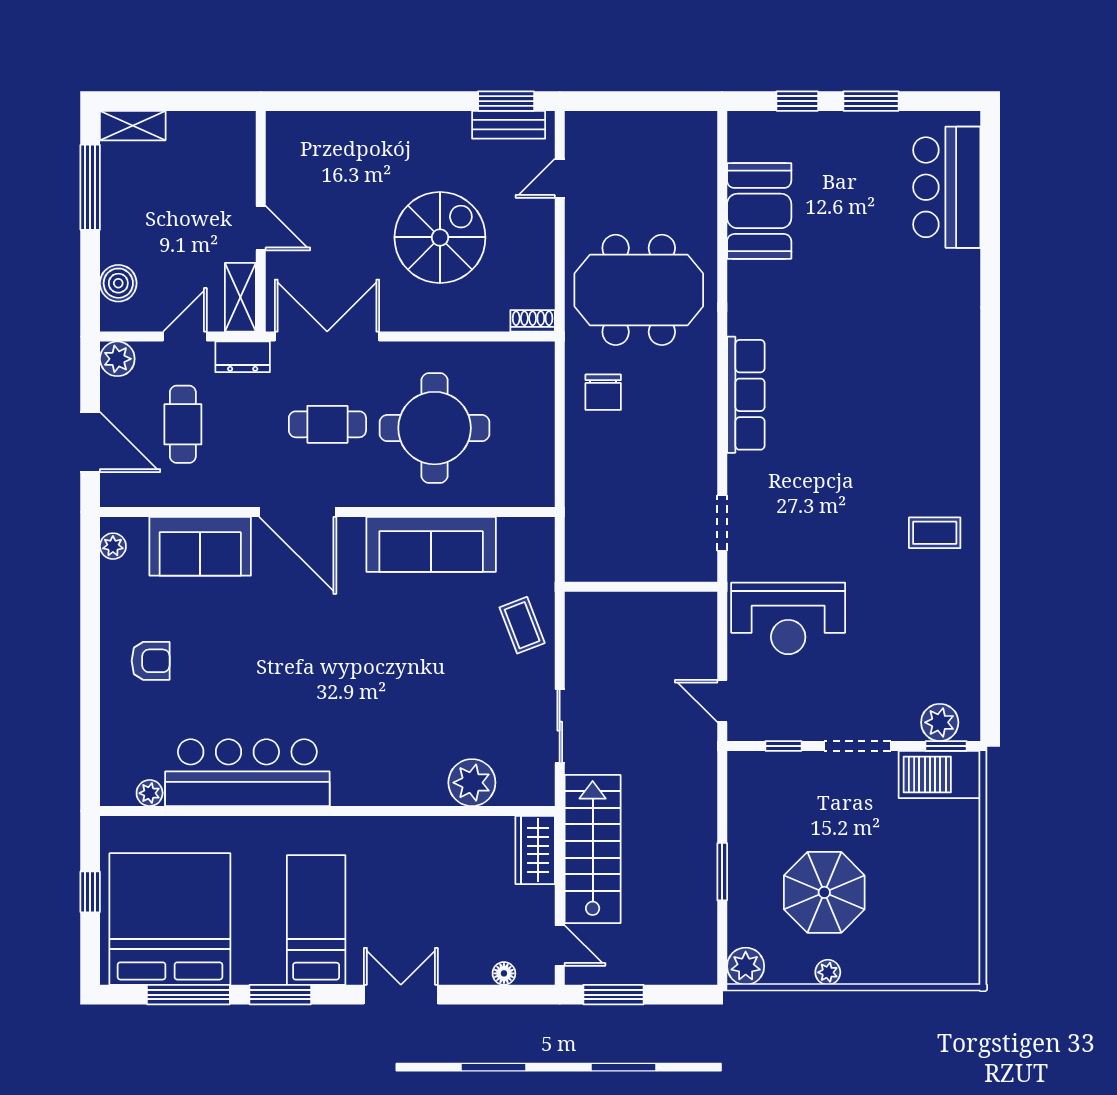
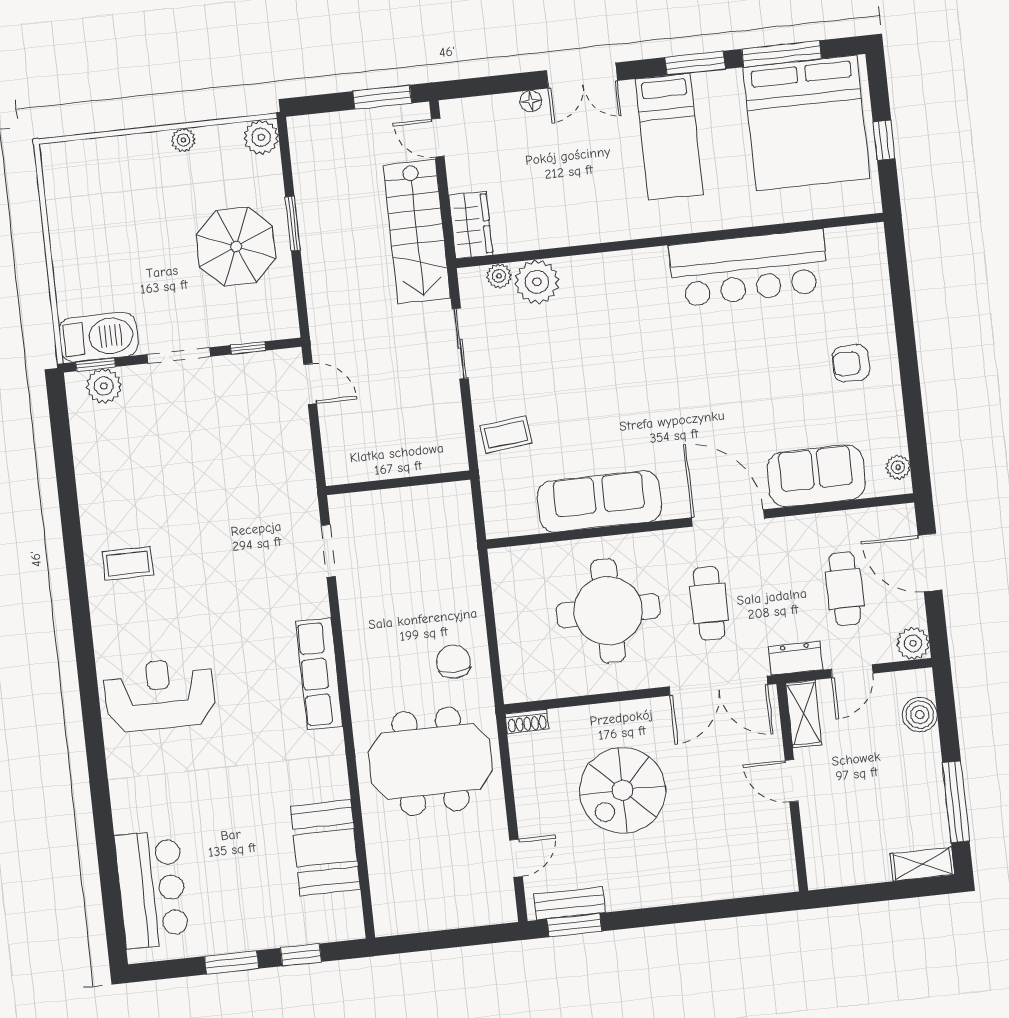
cafe table: (327, 424) -> (709, 603), turned 90
reception desk: (788, 618) -> (160, 695), moved
coffee table: (522, 625) -> (506, 435), turned -75
plant: (150, 793) -> (499, 276), moved
parasol: (824, 892) -> (236, 247), moved
floor lamp: (504, 973) -> (531, 101), moved

